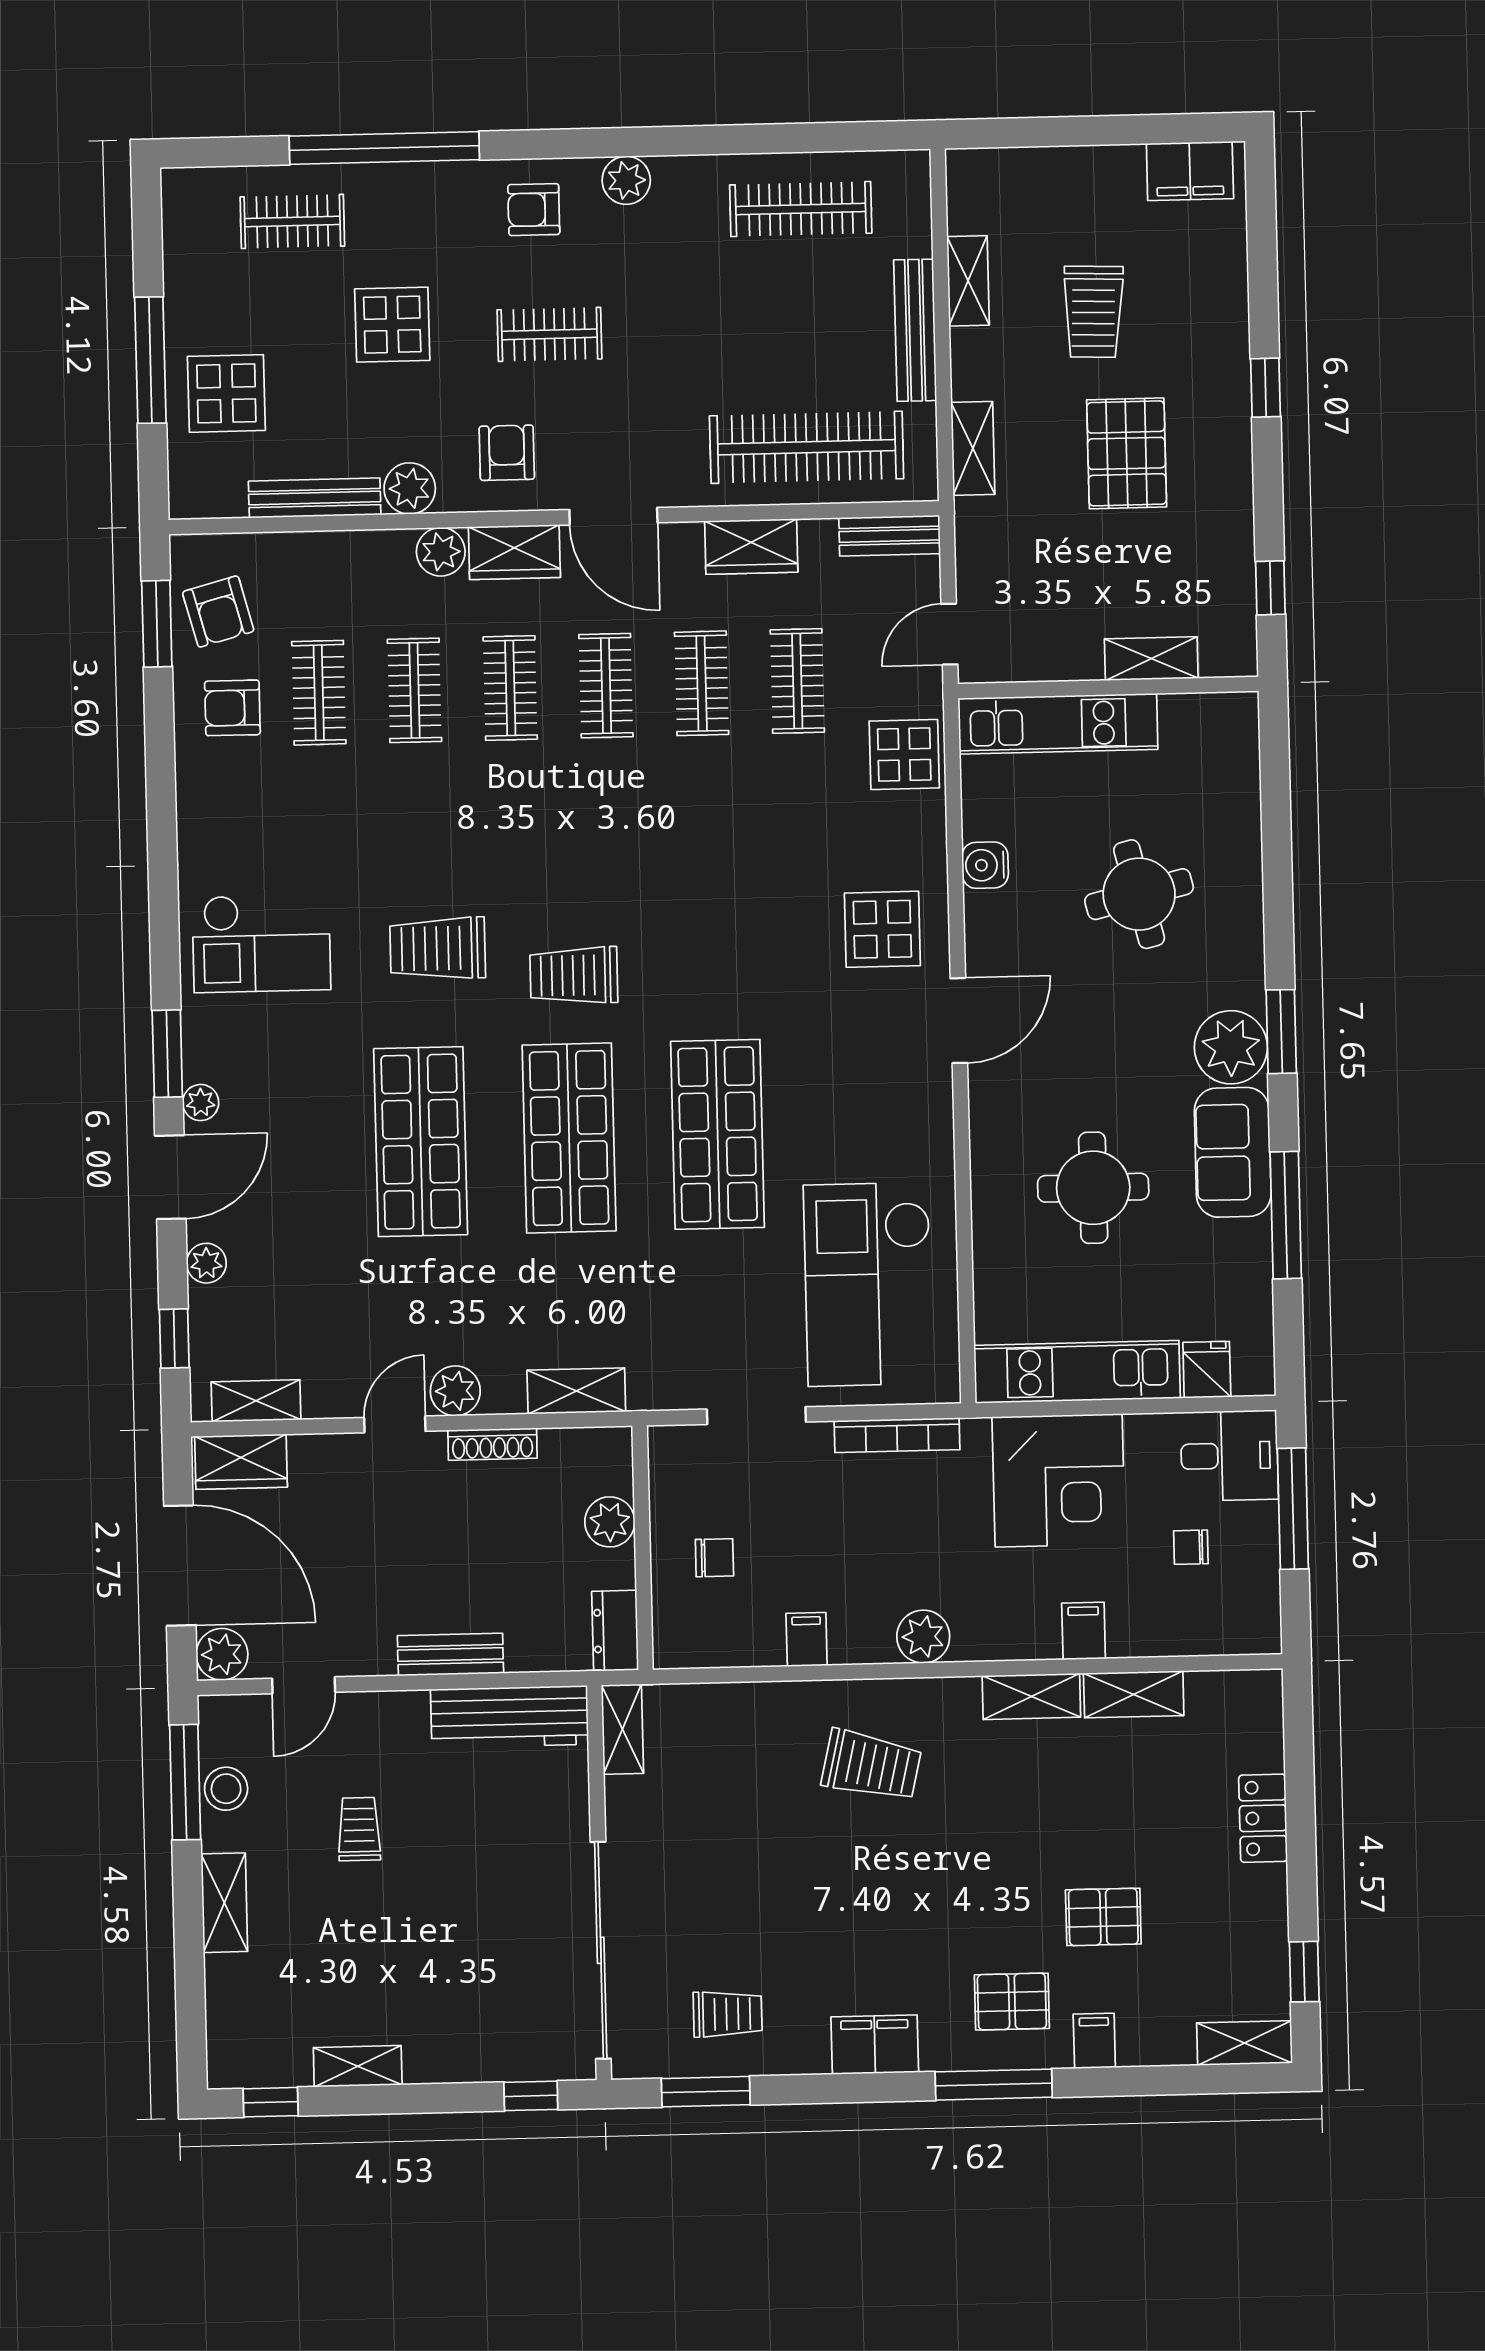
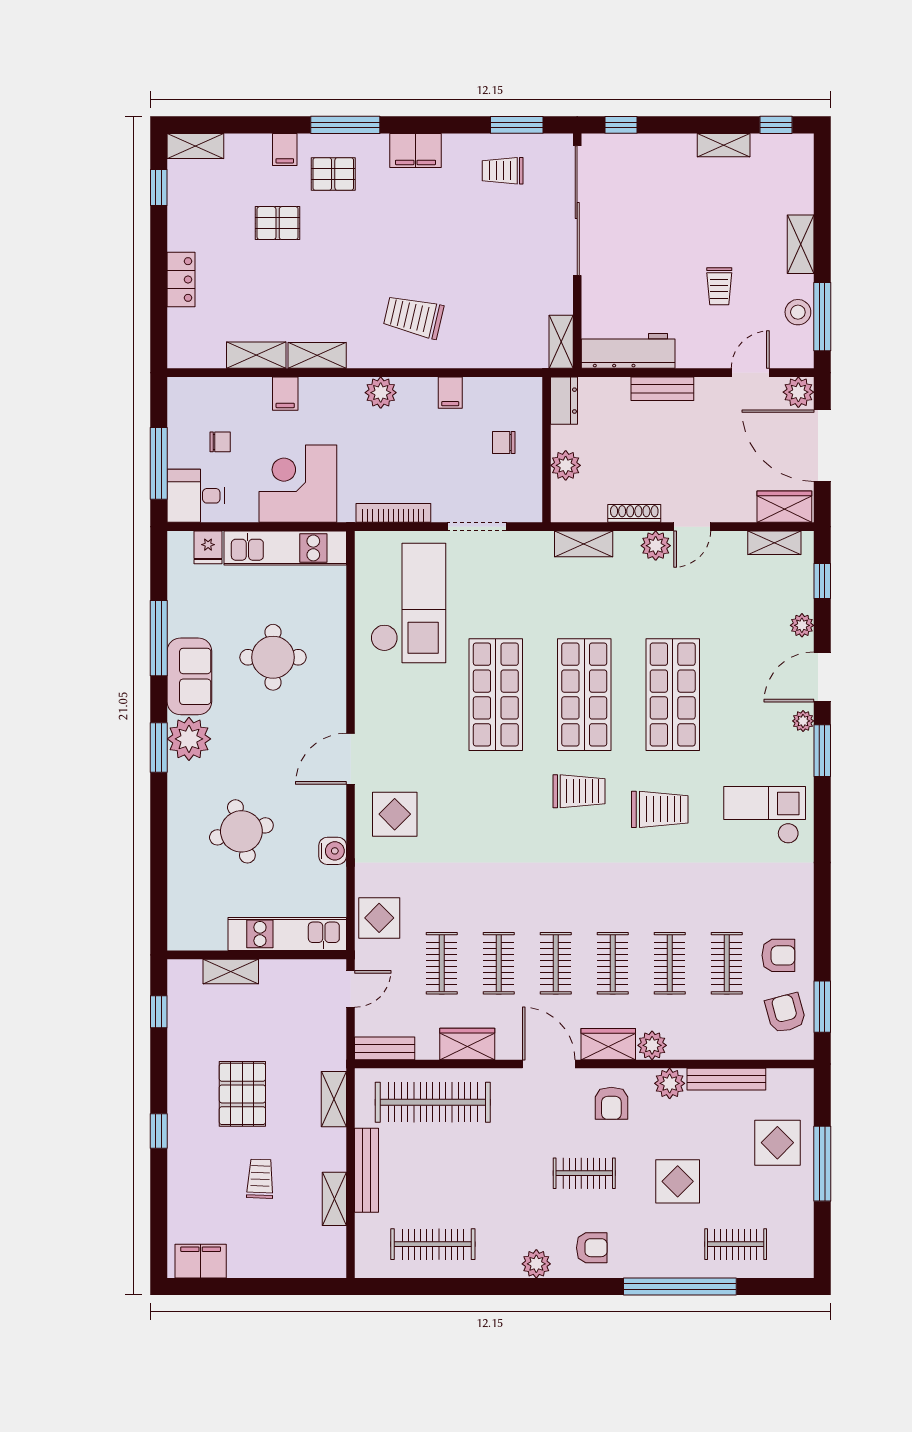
trolley: (1093, 312) -> (260, 1179), width x0.73, depth x0.72

